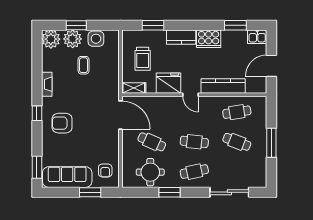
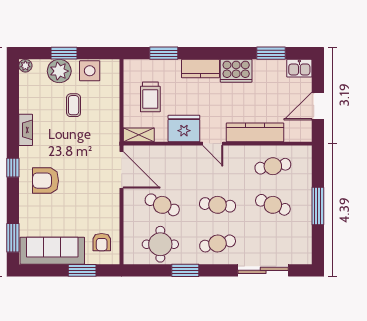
plant: (51, 39) -> (25, 66), width x0.53, depth x0.53

